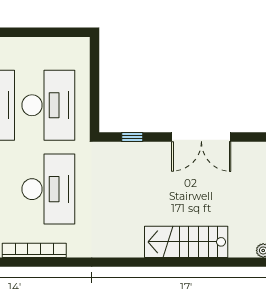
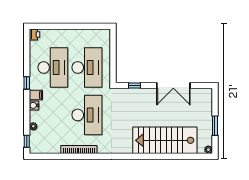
stairs: (186, 242) -> (165, 140), width x1.36, depth x1.51

